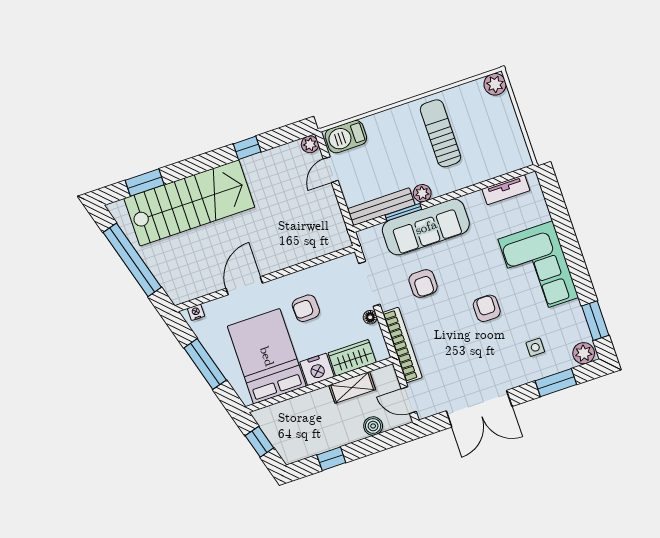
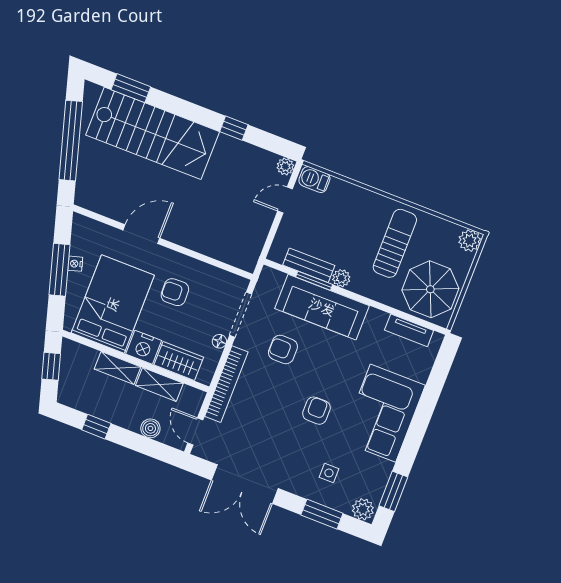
barbecue: (346, 137) -> (314, 180), width x0.73, depth x0.79
parasol: (496, 146) -> (430, 289), added
bench: (381, 207) -> (309, 265), width x0.73
armchair: (423, 283) -> (283, 349), turned 90
nightstand: (196, 312) -> (75, 264), moved, turned -106
shelving: (310, 401) -> (118, 368), added

